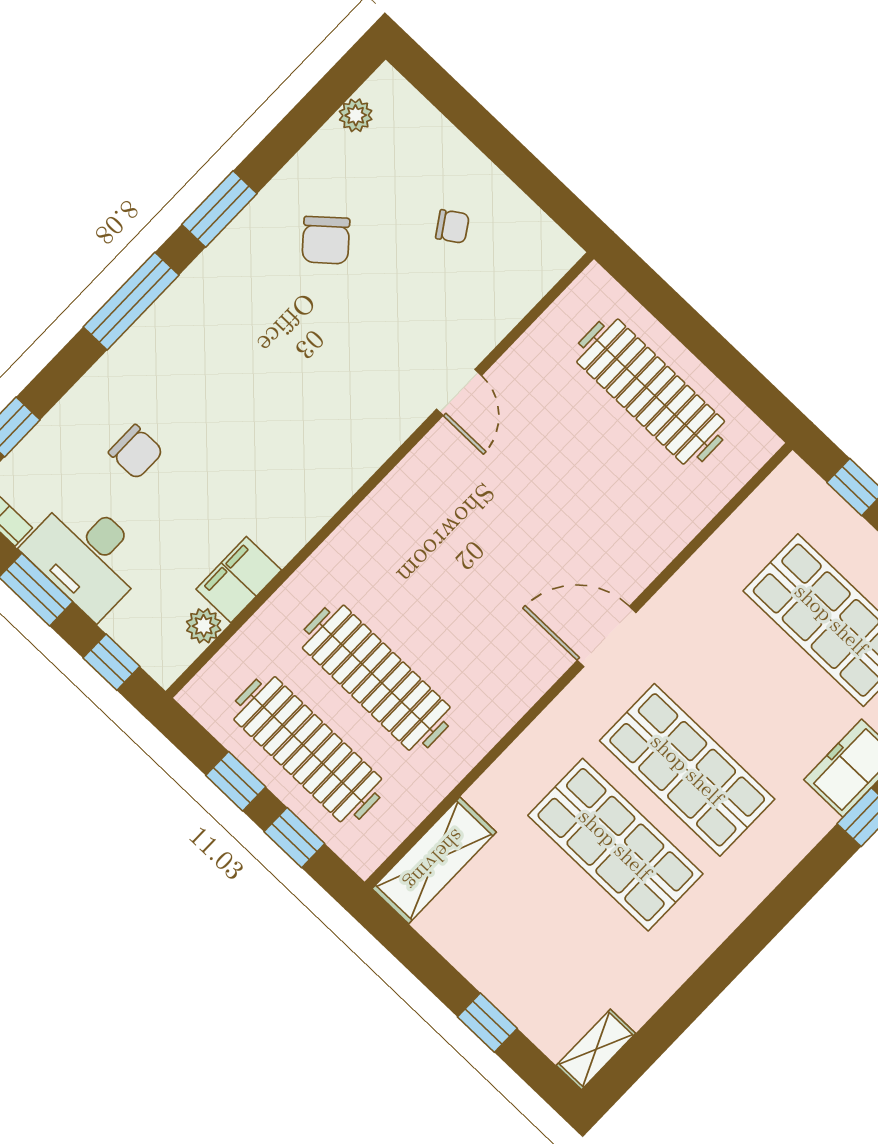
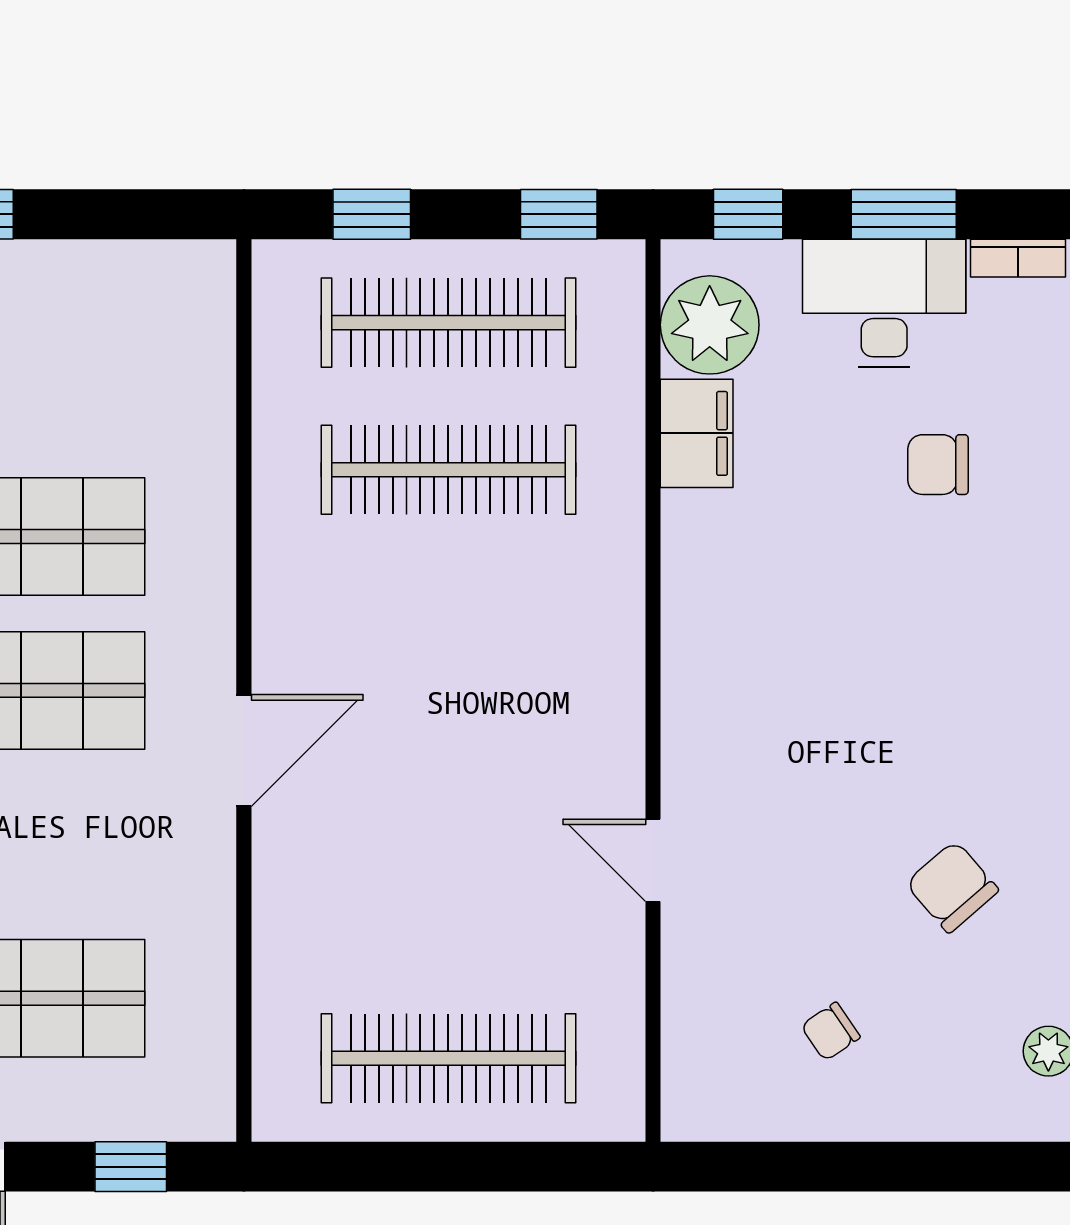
plant: (204, 626) -> (710, 325), width x1.88, depth x1.88
window: (236, 781) -> (559, 214), moved
shelving: (434, 860) -> (199, 333), removed

